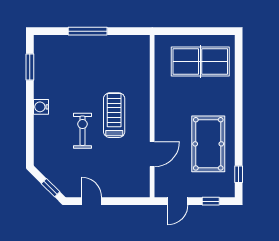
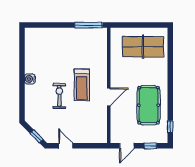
window: (88, 31) -> (88, 25), moved
window: (30, 67) -> (22, 51), removed
treadmill: (114, 115) -> (82, 85), turned 180
door: (152, 154) -> (109, 97), moved

